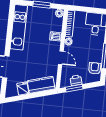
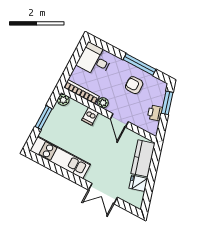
door: (61, 58) -> (119, 120), swing flipped
armchair: (95, 68) -> (134, 85), moved
window: (74, 88) -> (167, 103), moved

